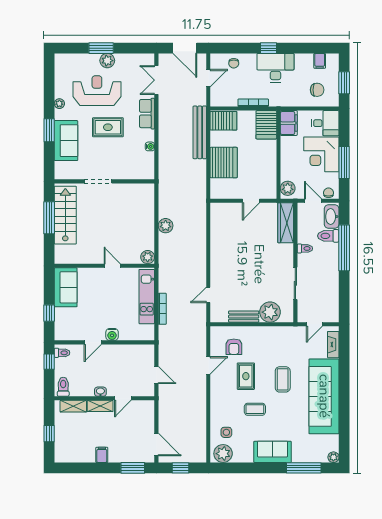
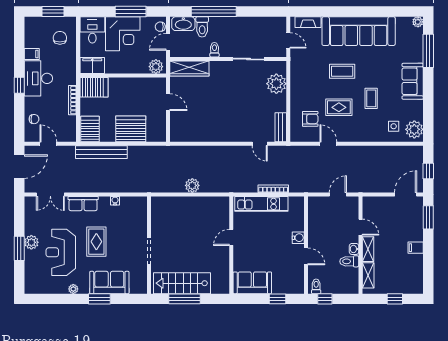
filing cabinet: (320, 61) -> (32, 54), moved
plant: (148, 257) -> (223, 203), removed
bench: (244, 317) -> (281, 127), moved
toilet: (63, 387) -> (349, 261), moved

